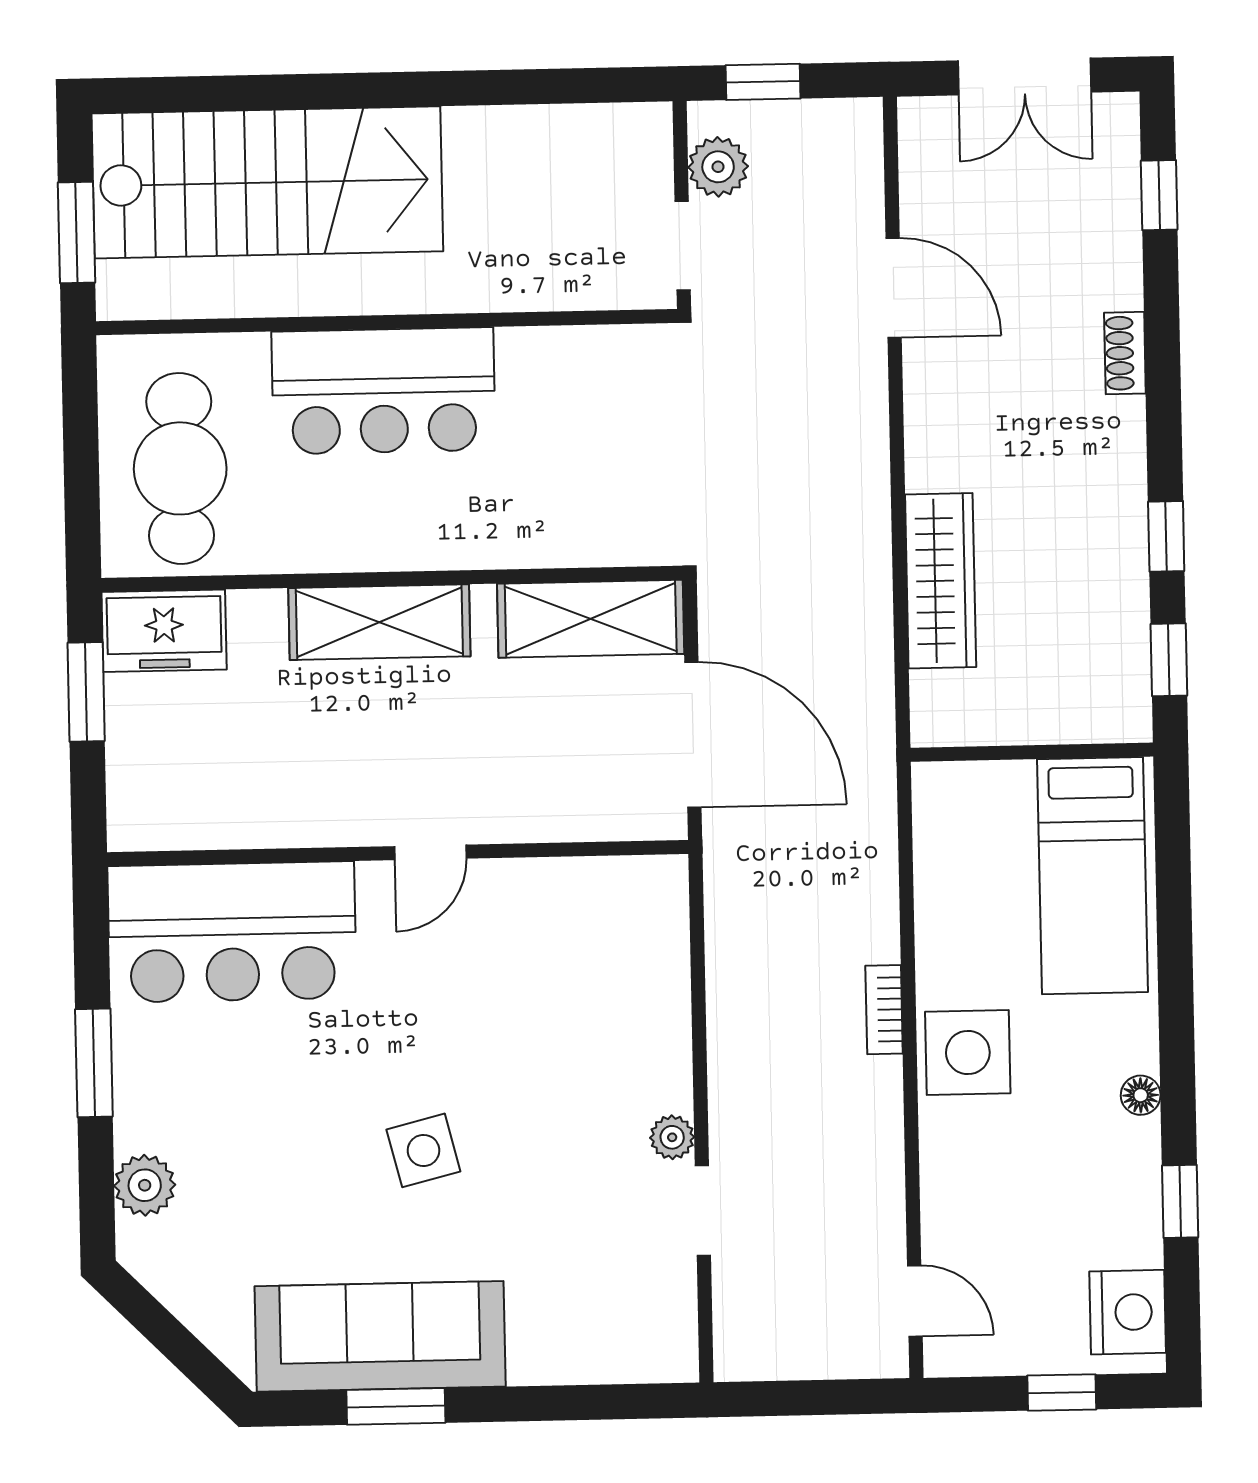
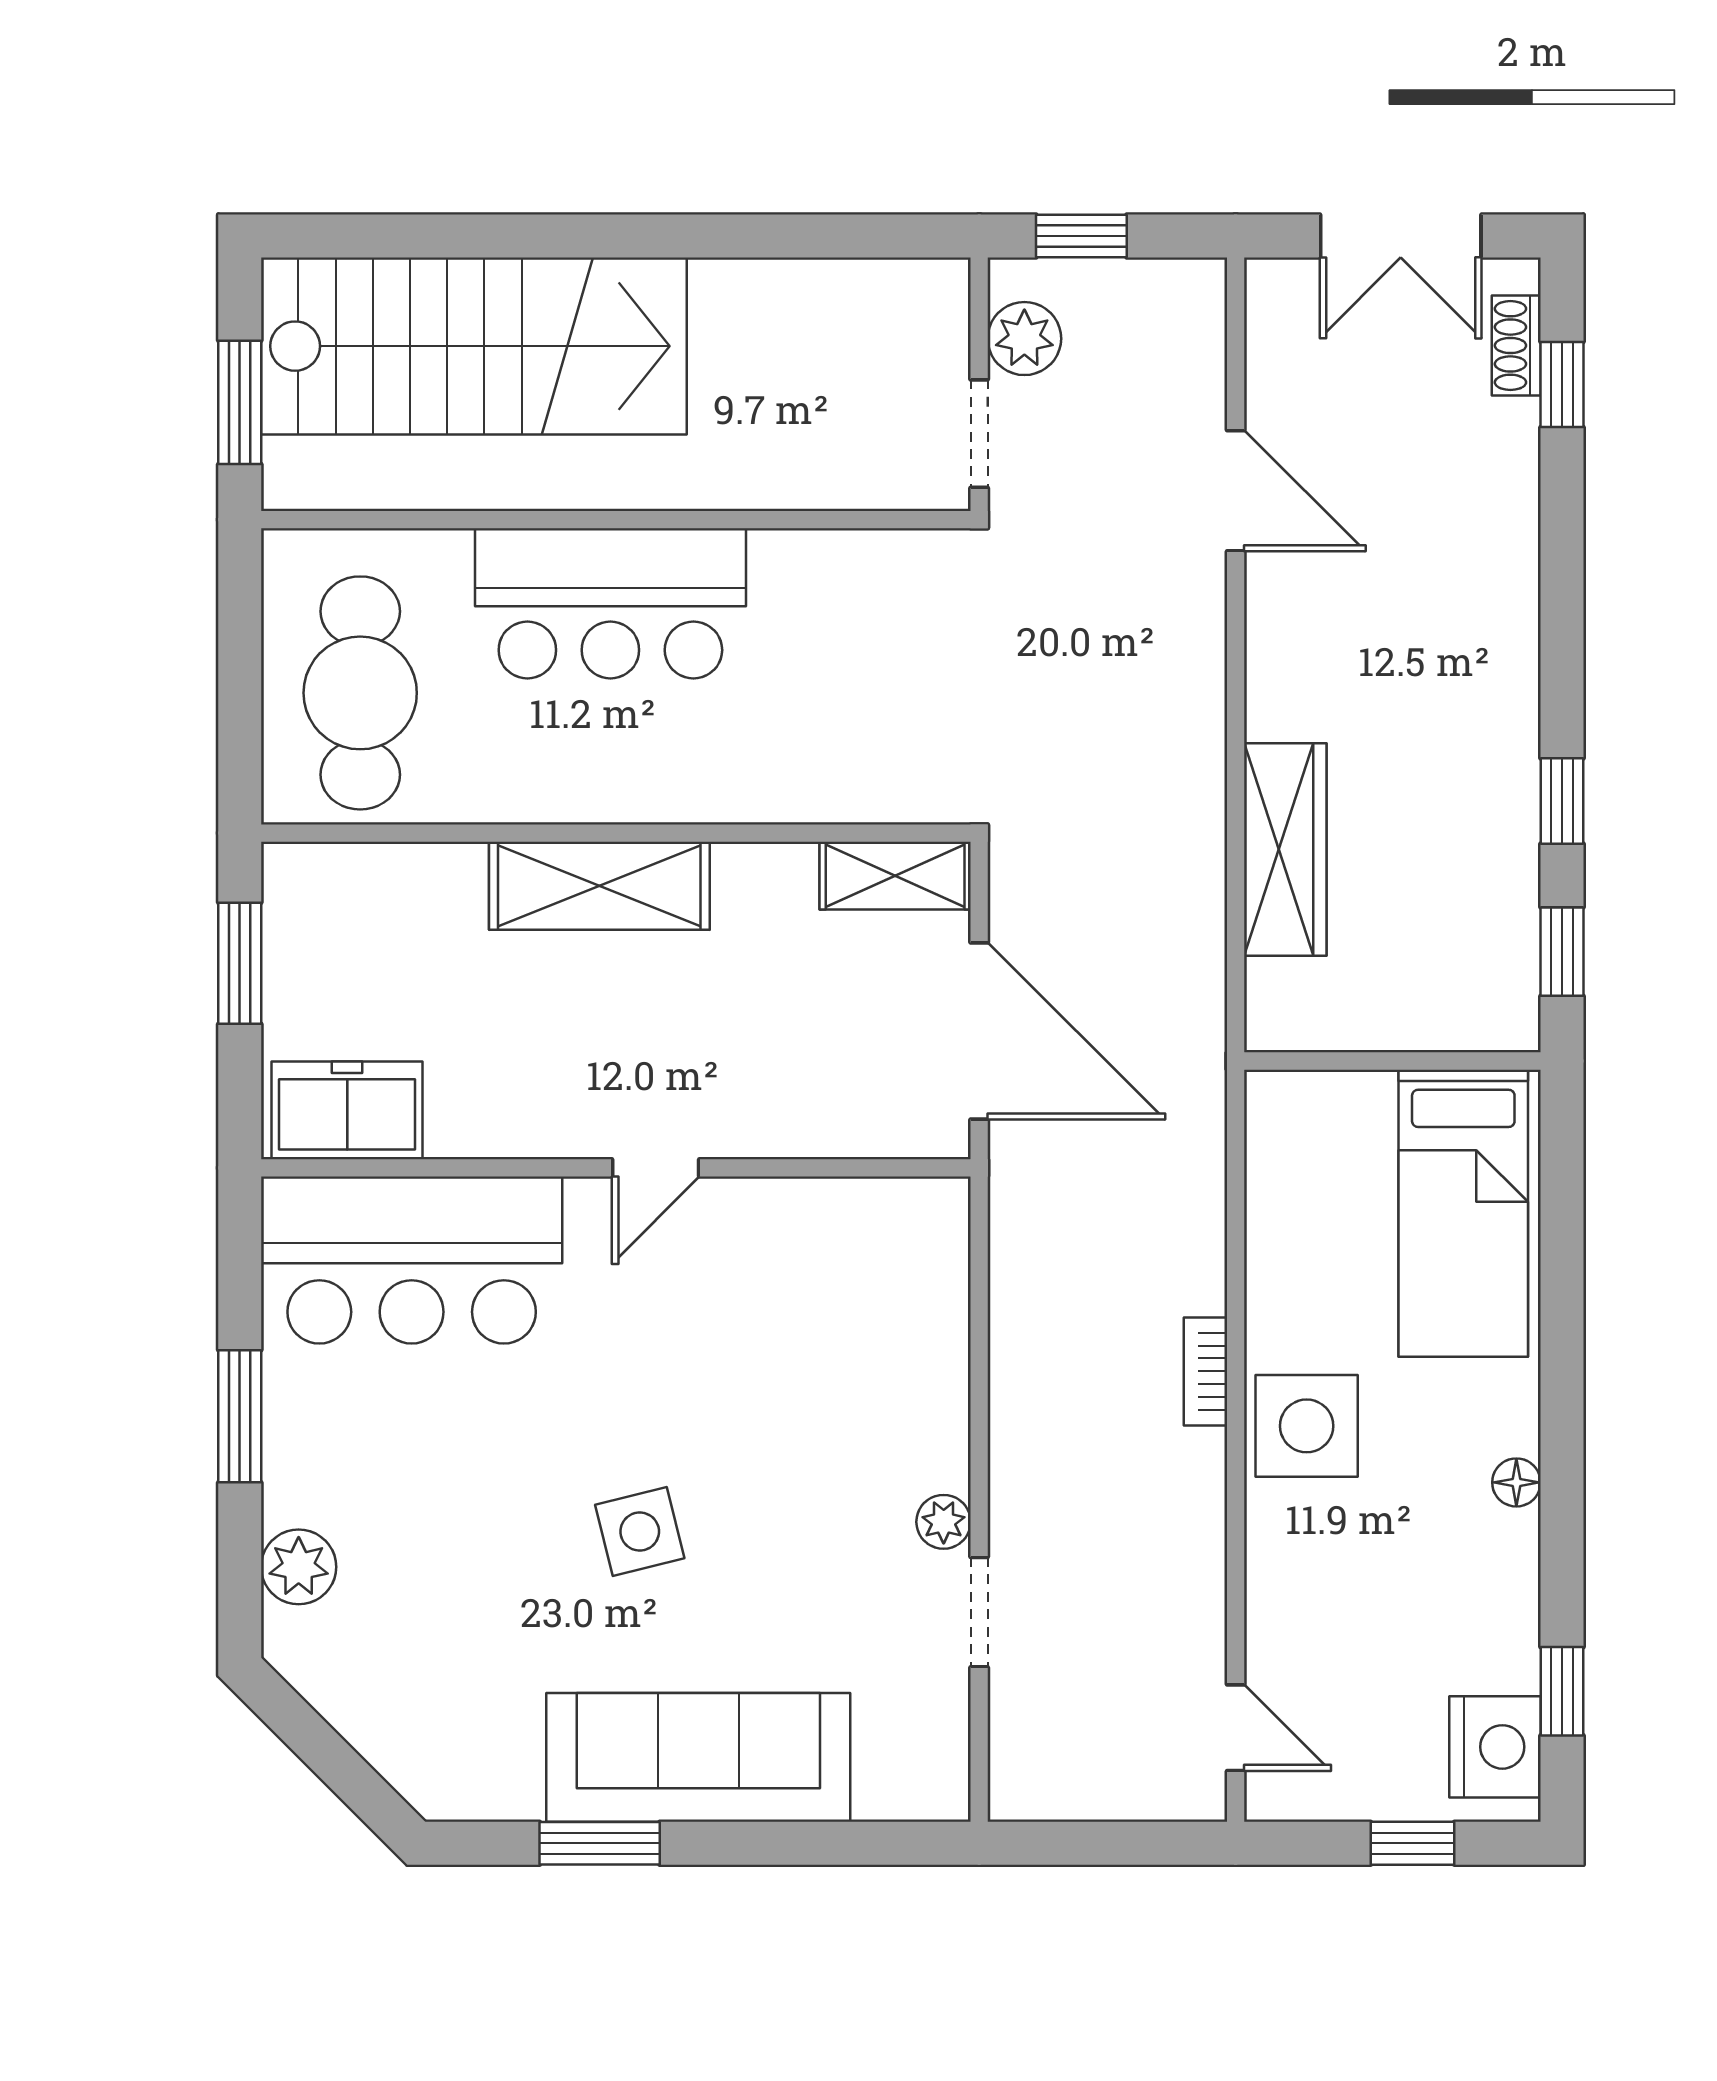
shoe rack: (1125, 353) -> (1516, 345), moved
shelving: (591, 619) -> (895, 876), width x0.67, depth x0.75
freezer: (164, 631) -> (347, 1110), moved, turned 180
window: (1180, 1201) -> (1562, 1691), moved
sofa: (380, 1336) -> (698, 1757), moved

